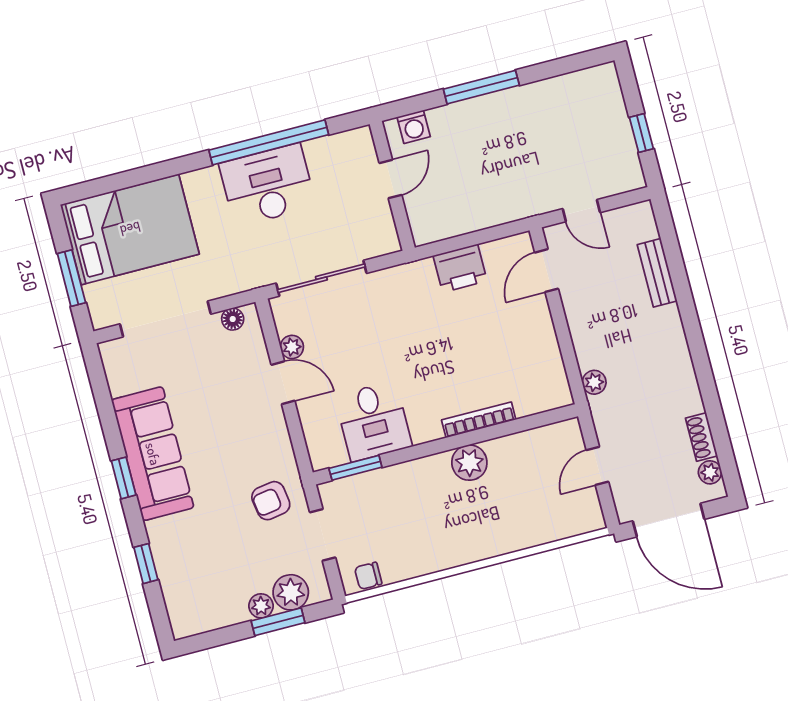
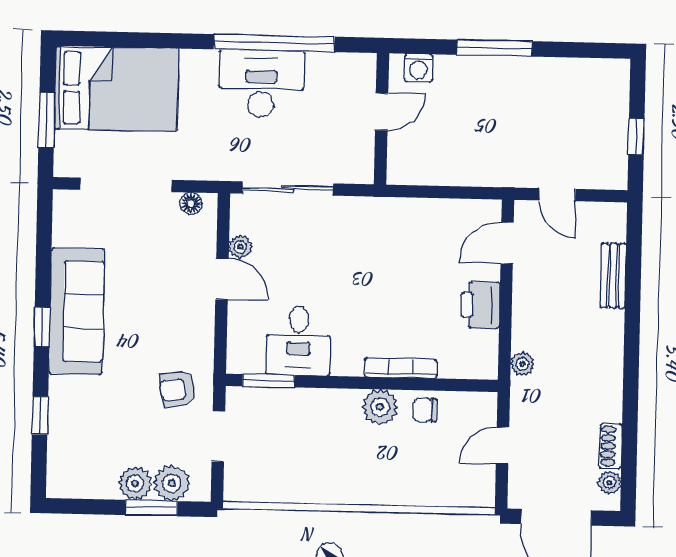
printer: (460, 268) -> (480, 305), moved, turned 90
chair: (368, 576) -> (425, 410), moved
plant: (261, 606) -> (135, 483), width x1.38, depth x1.38

